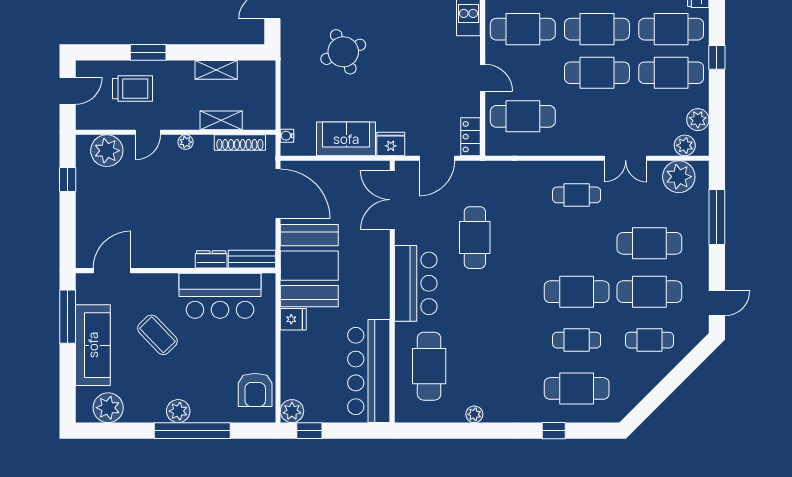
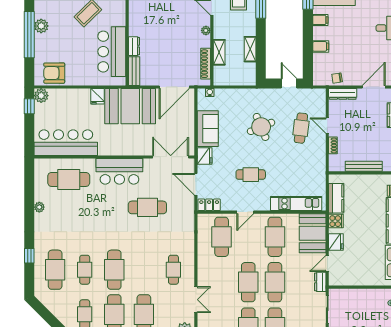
cafe table: (421, 69) -> (251, 175), added
double door: (626, 158) -> (196, 300), swing flipped

